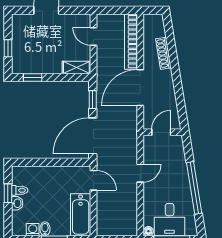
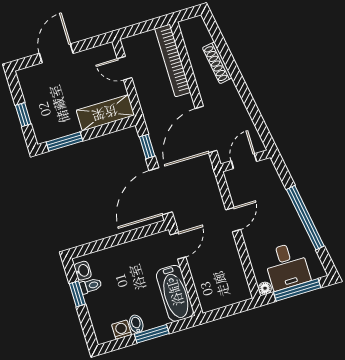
shelving: (76, 67) -> (105, 113), width x1.50, depth x1.33
window: (33, 77) -> (64, 141), width x1.50
door: (140, 88) -> (206, 129), moved
door: (93, 180) -> (178, 246), hinge flipped
washbasin: (17, 203) -> (83, 271), moved

